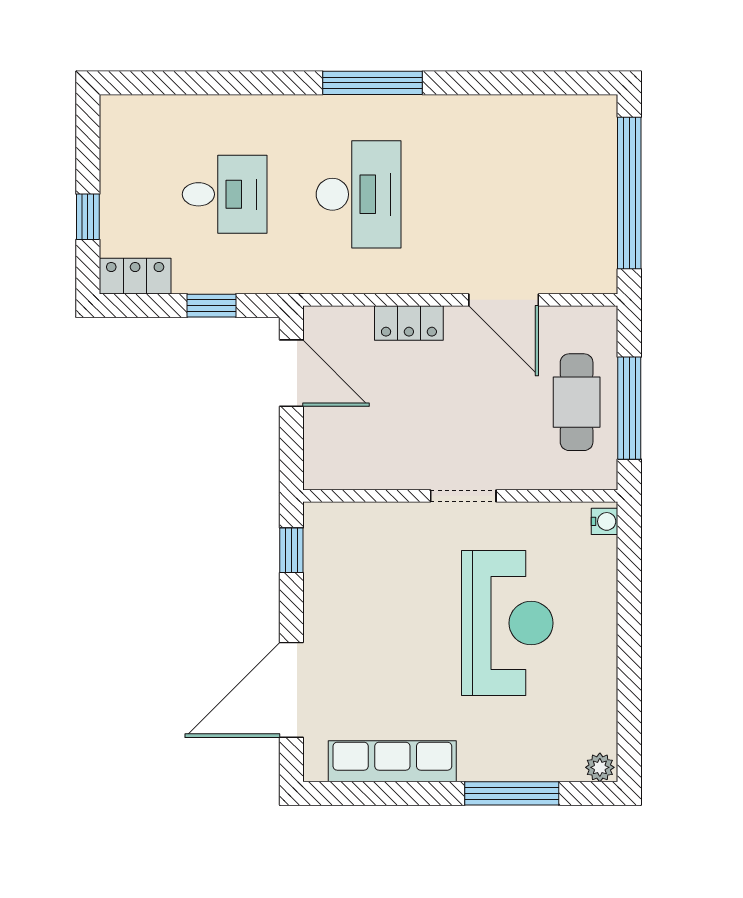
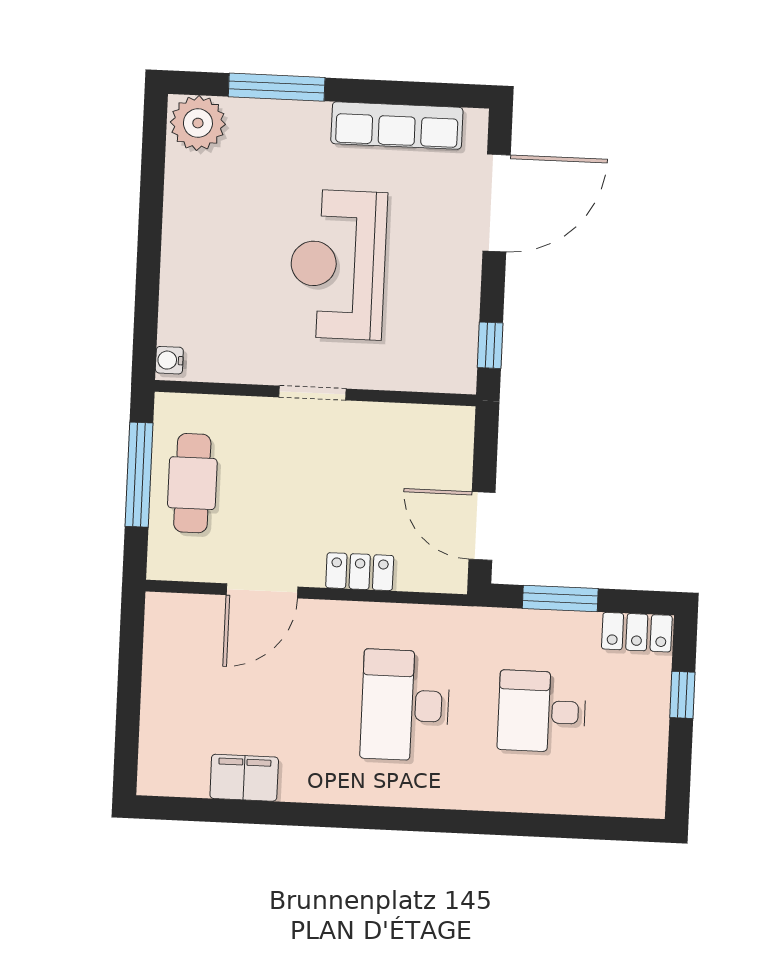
window: (372, 83) -> (386, 818), removed
filing cabinet: (513, 116) -> (244, 778), added
window: (629, 193) -> (129, 694), removed
door: (504, 300) -> (262, 591), swing flipped
window: (211, 306) -> (560, 598), width x1.50
reception desk: (507, 623) -> (338, 264), moved
plant: (600, 767) -> (198, 123), width x1.88, depth x1.88

